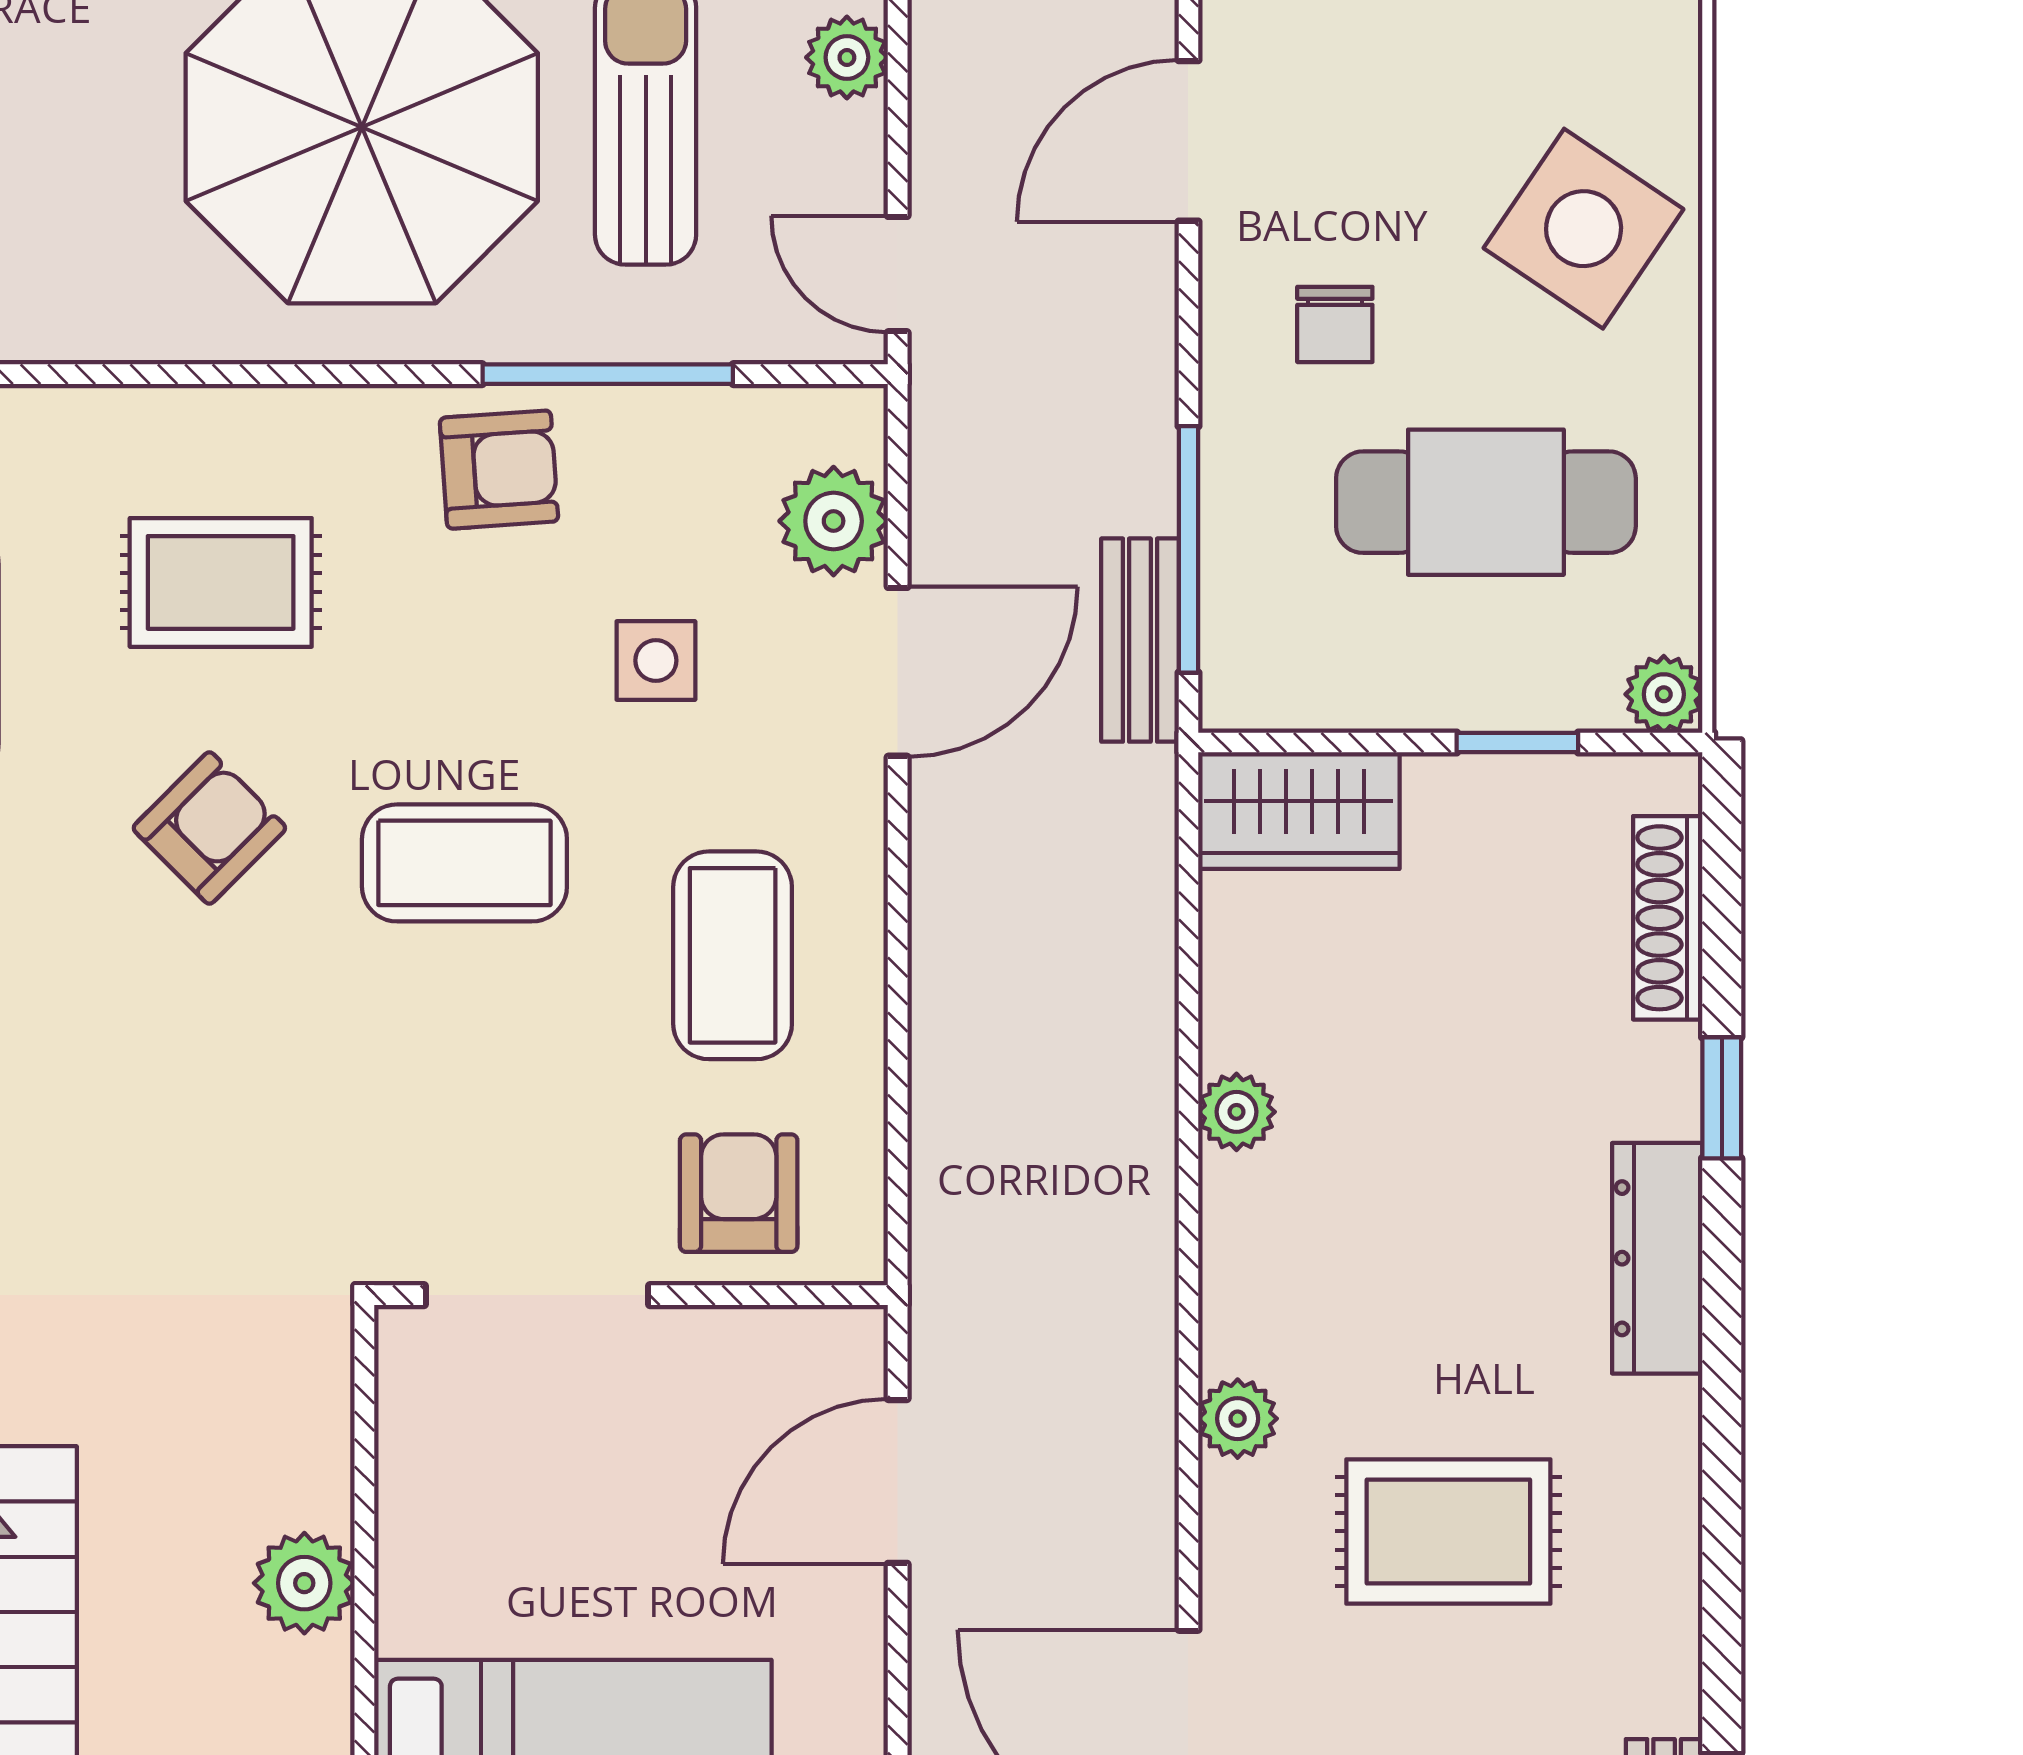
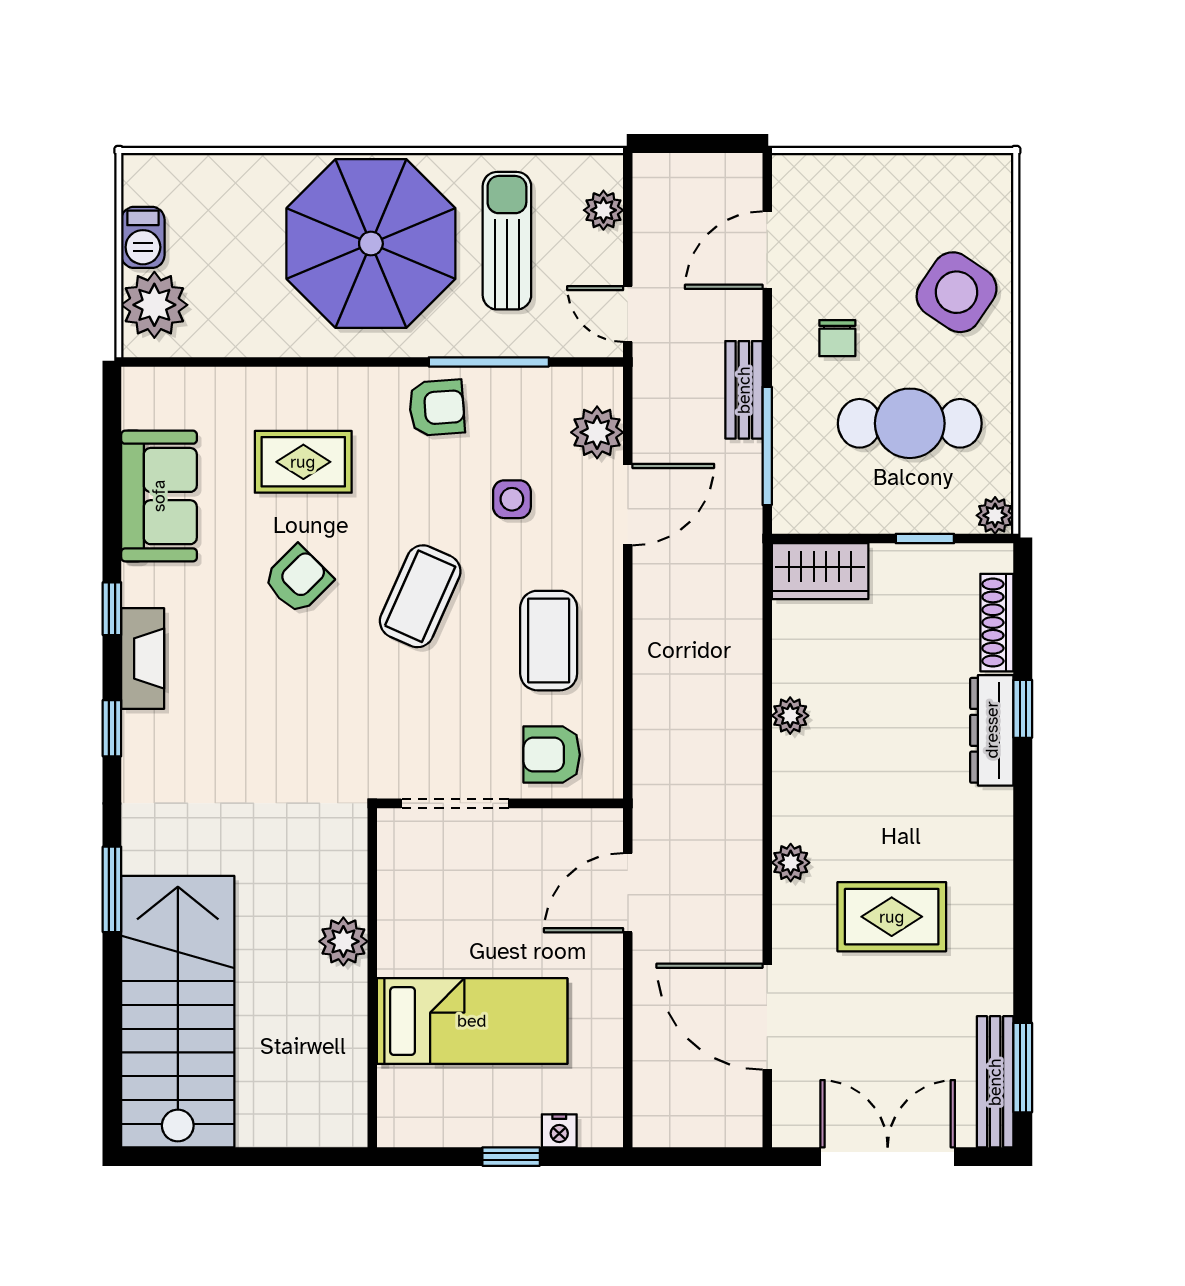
bench: (1140, 640) -> (744, 390), moved
coffee table: (464, 863) -> (420, 596), turned -66
armchair: (739, 1193) -> (552, 755), turned -90
dresser: (1657, 1258) -> (992, 730), moved

